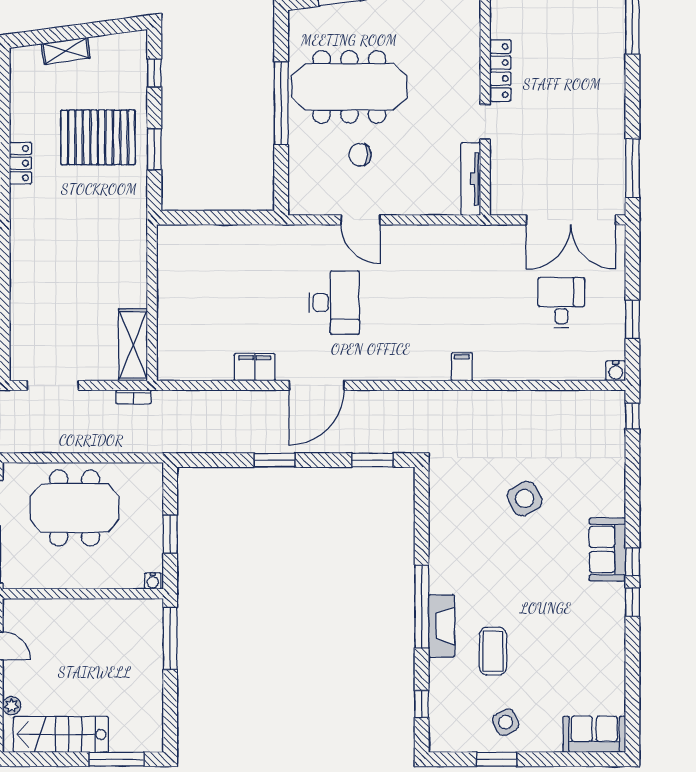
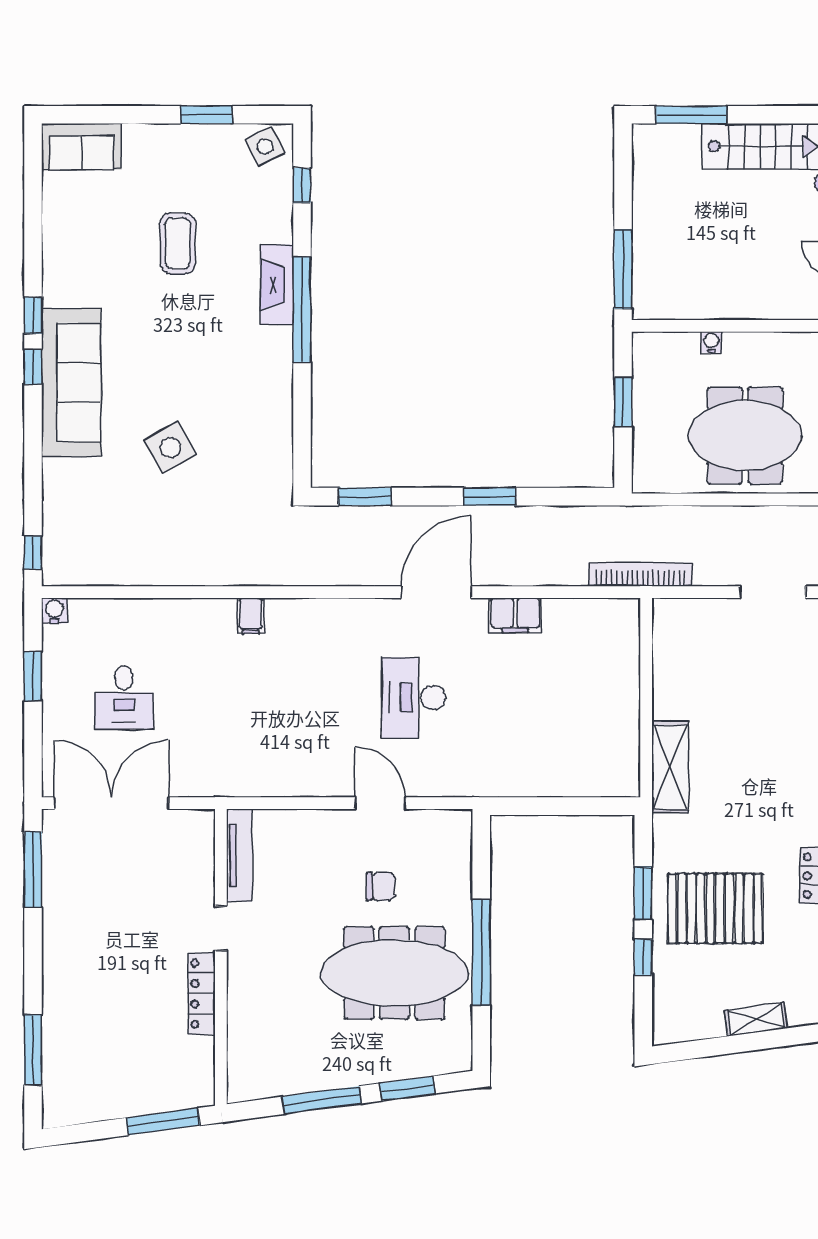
window: (154, 73) -> (643, 957), moved
shelving: (133, 345) -> (670, 767), moved
bookcase: (134, 397) -> (640, 574), width x2.31, depth x1.31
sofa: (607, 550) -> (71, 382), width x1.85, depth x1.27
water cooler: (153, 581) -> (711, 342), moved
coffee table: (493, 651) -> (178, 243), moved
side table: (506, 722) -> (265, 147), moved

